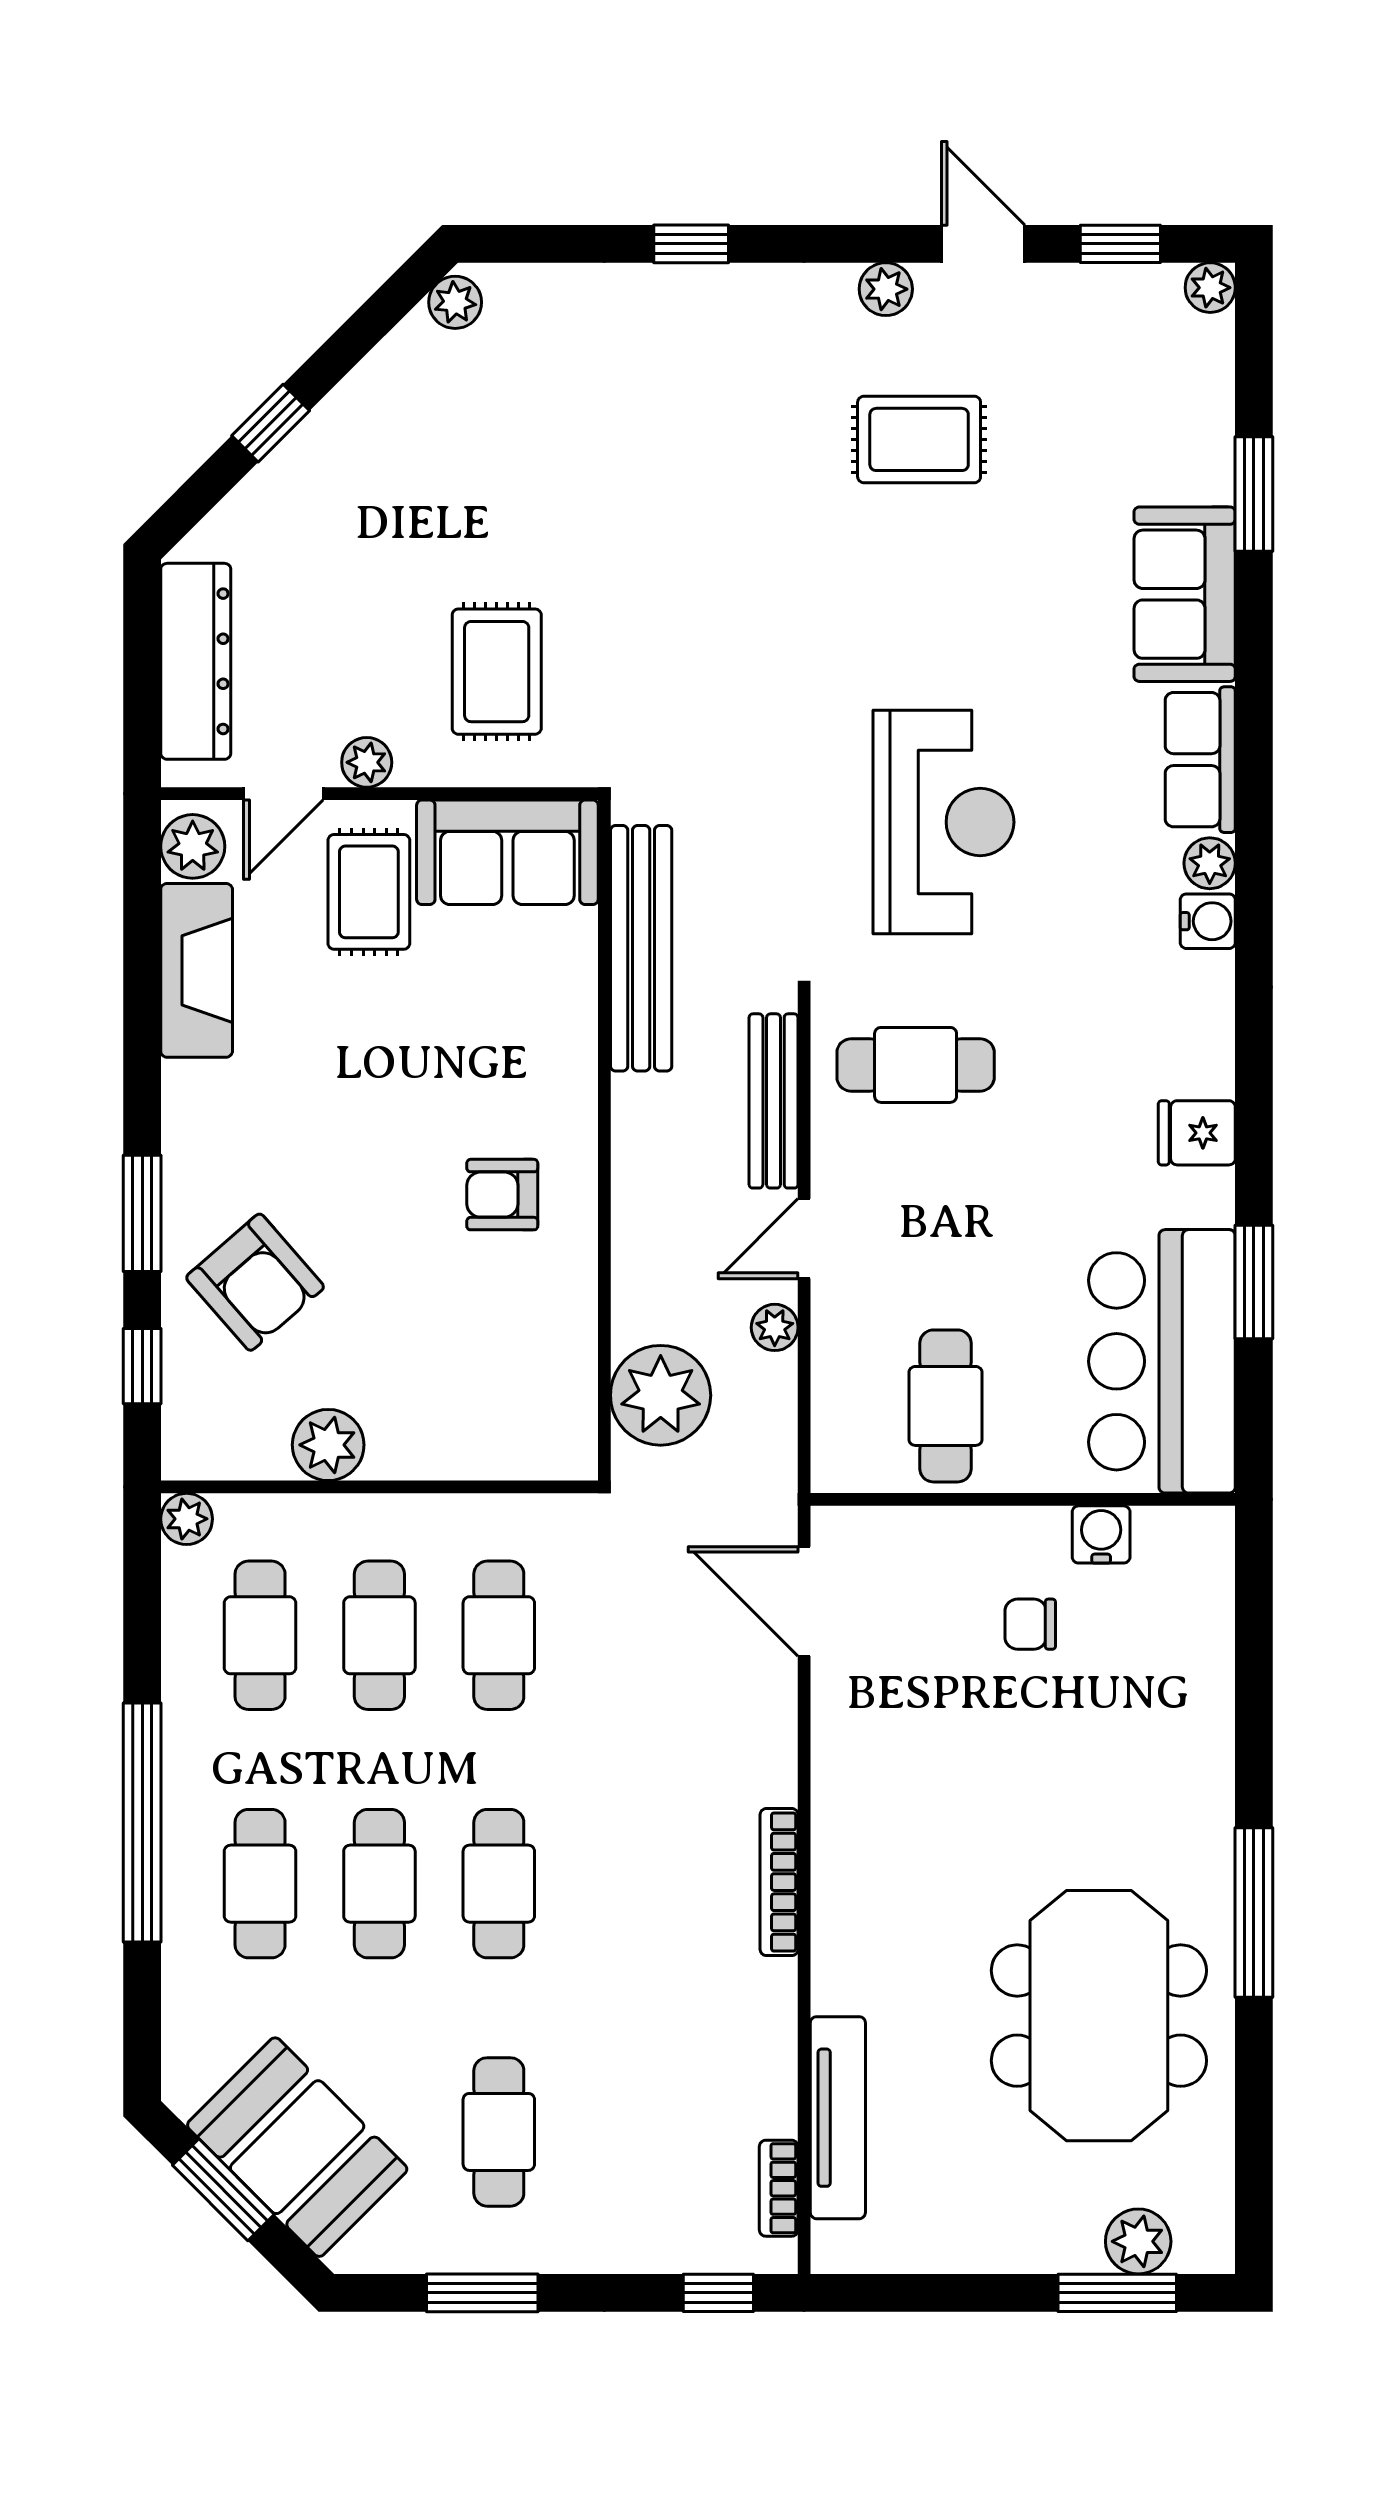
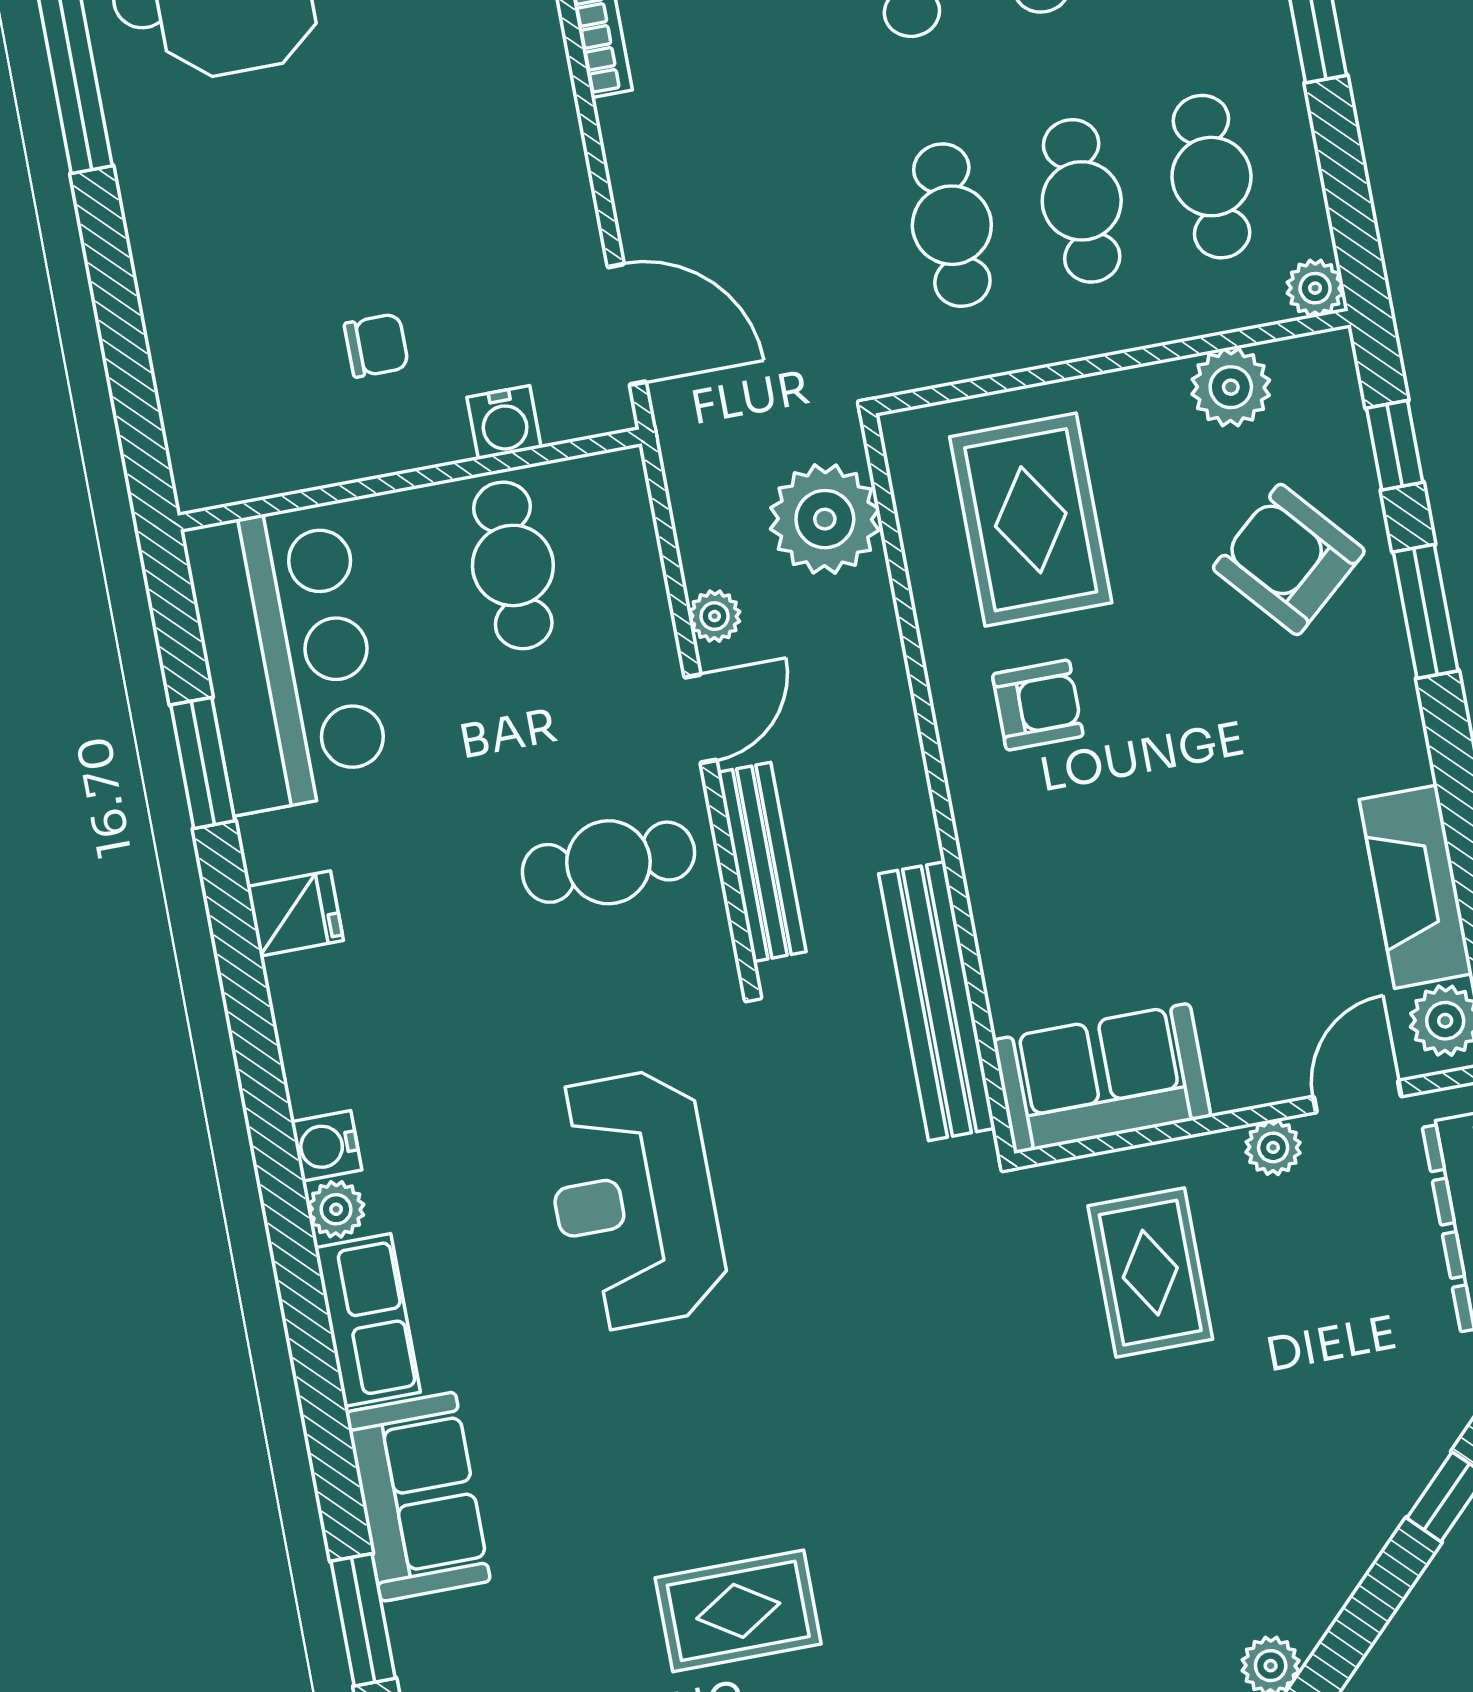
rug: (369, 892) -> (1031, 520), moved, width x1.36, depth x1.43
cafe table: (916, 1065) -> (608, 862), moved
plant: (328, 1445) -> (1231, 387), moved
water cooler: (1101, 1534) -> (504, 422), moved

